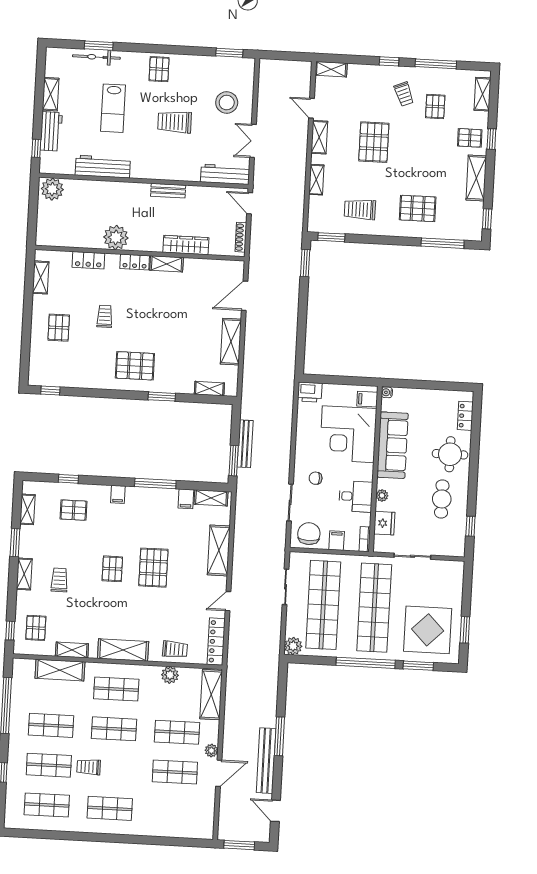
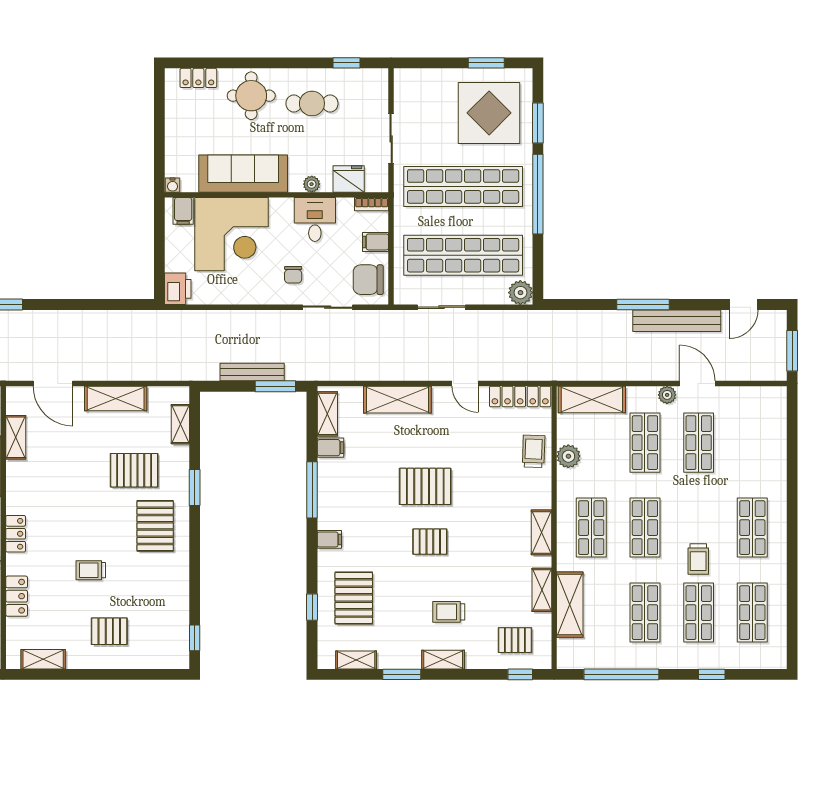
shelving: (167, 264) -> (16, 437), moved
pallet: (177, 352) -> (134, 470), added
pallet: (74, 510) -> (354, 598), width x1.50, depth x1.42
shelving: (123, 650) -> (542, 532), width x0.67, depth x0.75

